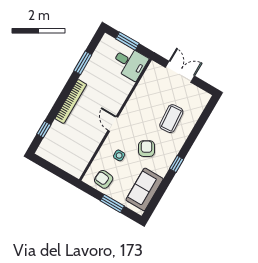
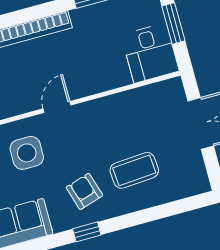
armchair: (147, 149) -> (84, 191), moved, turned -77
side table: (119, 155) -> (27, 153), width x1.87, depth x1.87

